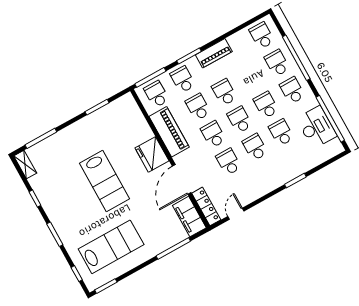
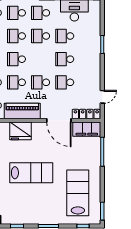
school desk: (240, 120) -> (16, 36), moved
fridge: (152, 154) -> (20, 131), moved
door: (236, 214) -> (102, 97), swing flipped

